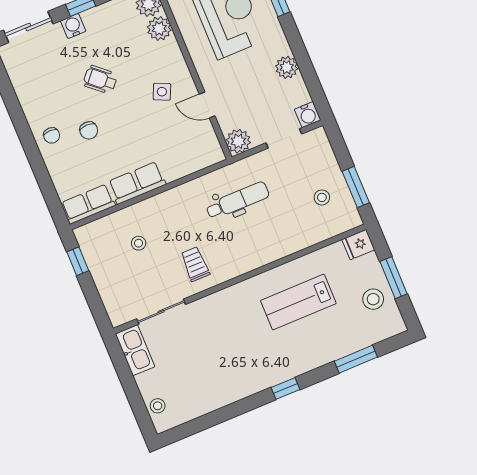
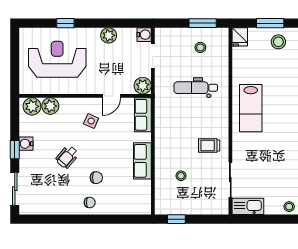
water cooler: (73, 26) -> (26, 144), moved
dental chair: (238, 201) -> (196, 88), moved, turned -90
row of seats: (88, 204) -> (143, 115), moved
lab bench: (298, 302) -> (251, 108), moved

